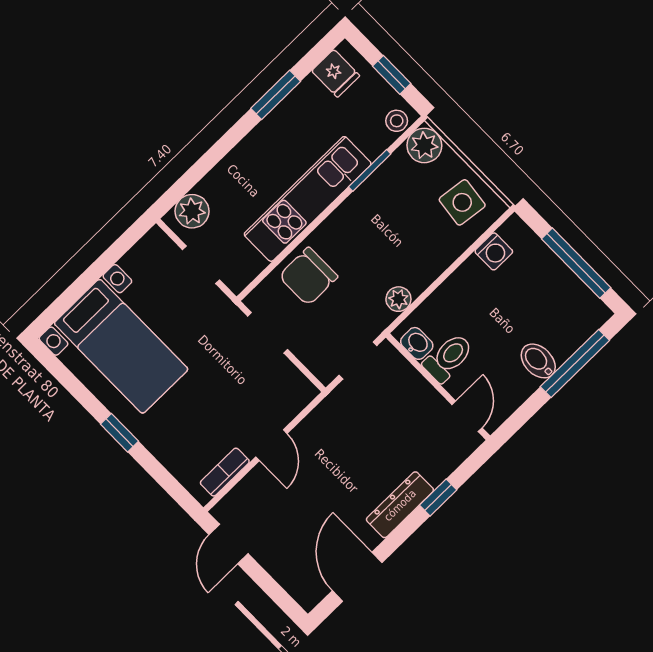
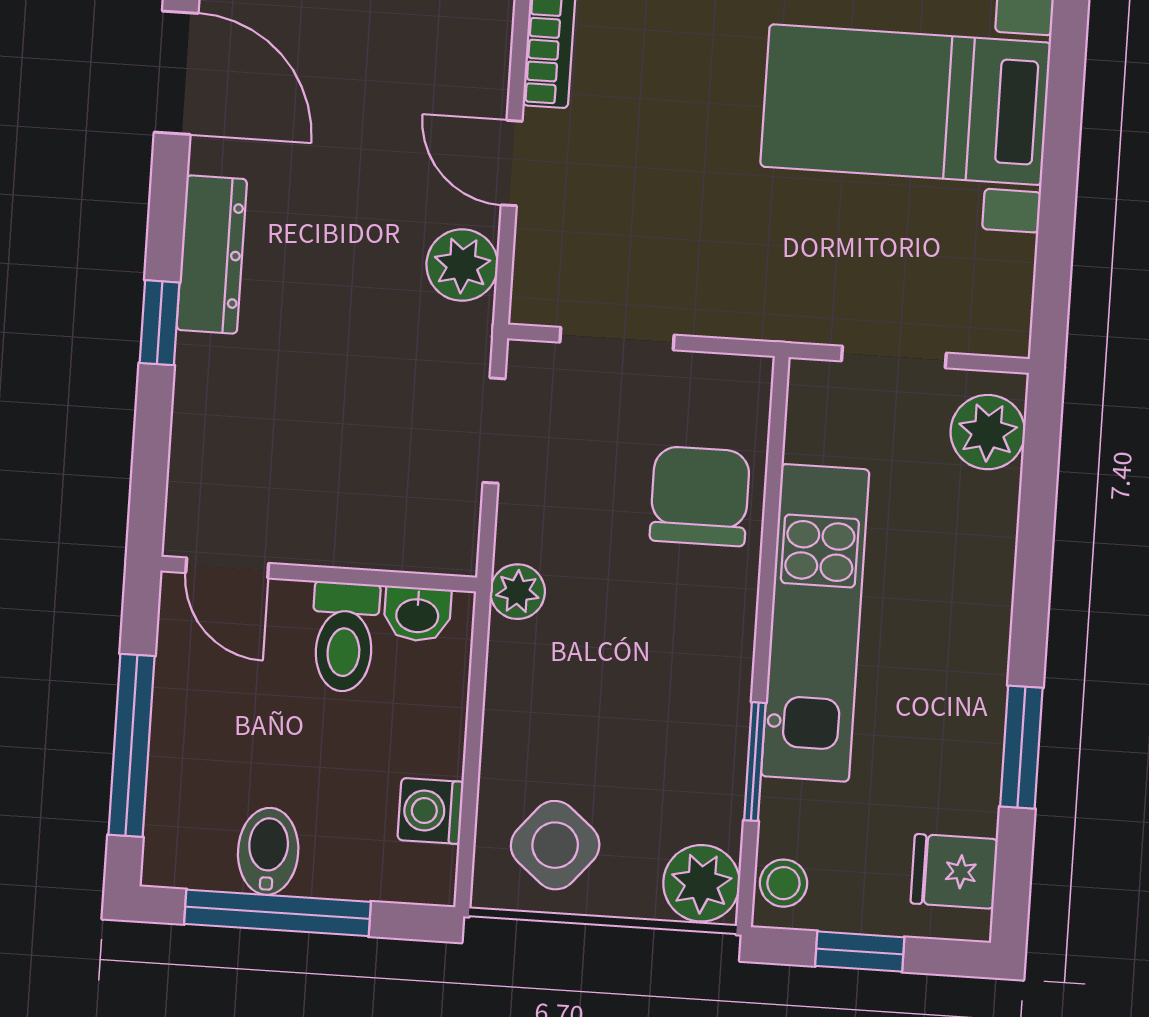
side table: (462, 202) -> (555, 845), turned 33
doorway: (268, 333) -> (617, 339), moved
washbasin: (417, 343) -> (417, 614), moved
toilet: (448, 358) -> (344, 637), moved
bidet: (538, 361) -> (268, 851), moved, turned -90
wall: (438, 387) -> (319, 574), moved
door: (467, 416) -> (227, 568), moved
plant: (319, 426) -> (462, 265), added

